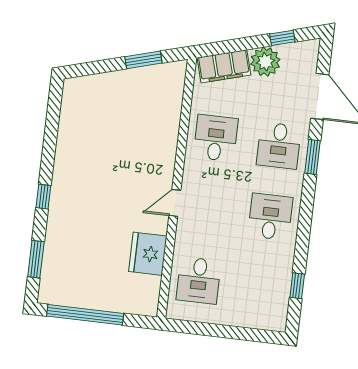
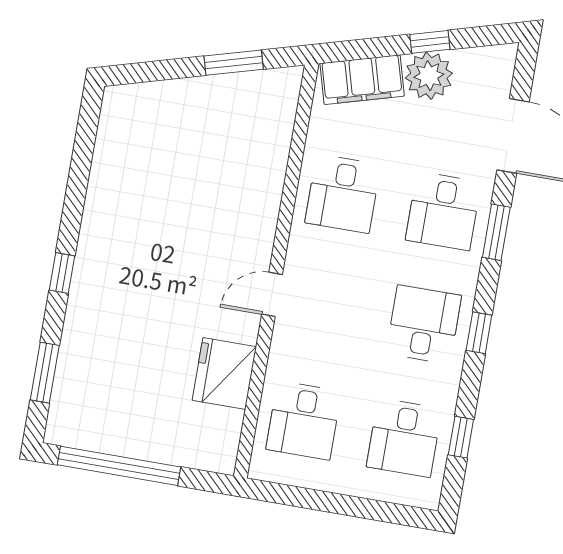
window: (282, 38) -> (430, 42), moved
desk: (216, 138) -> (343, 194), turned 180
window: (305, 220) -> (479, 333), added
desk: (262, 288) -> (404, 438), added

